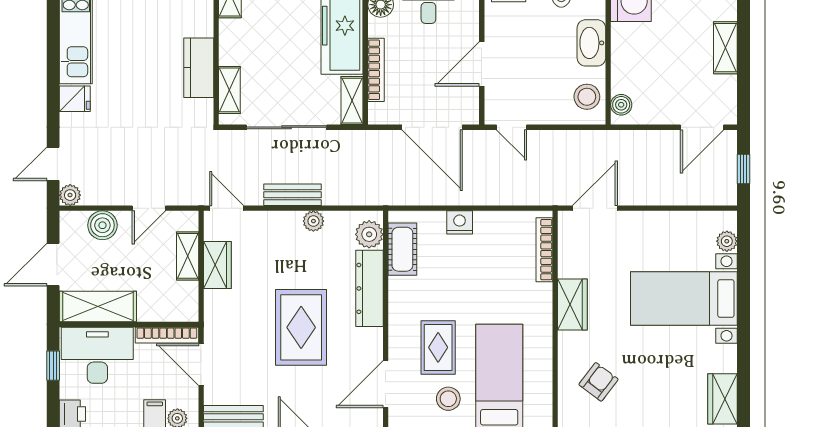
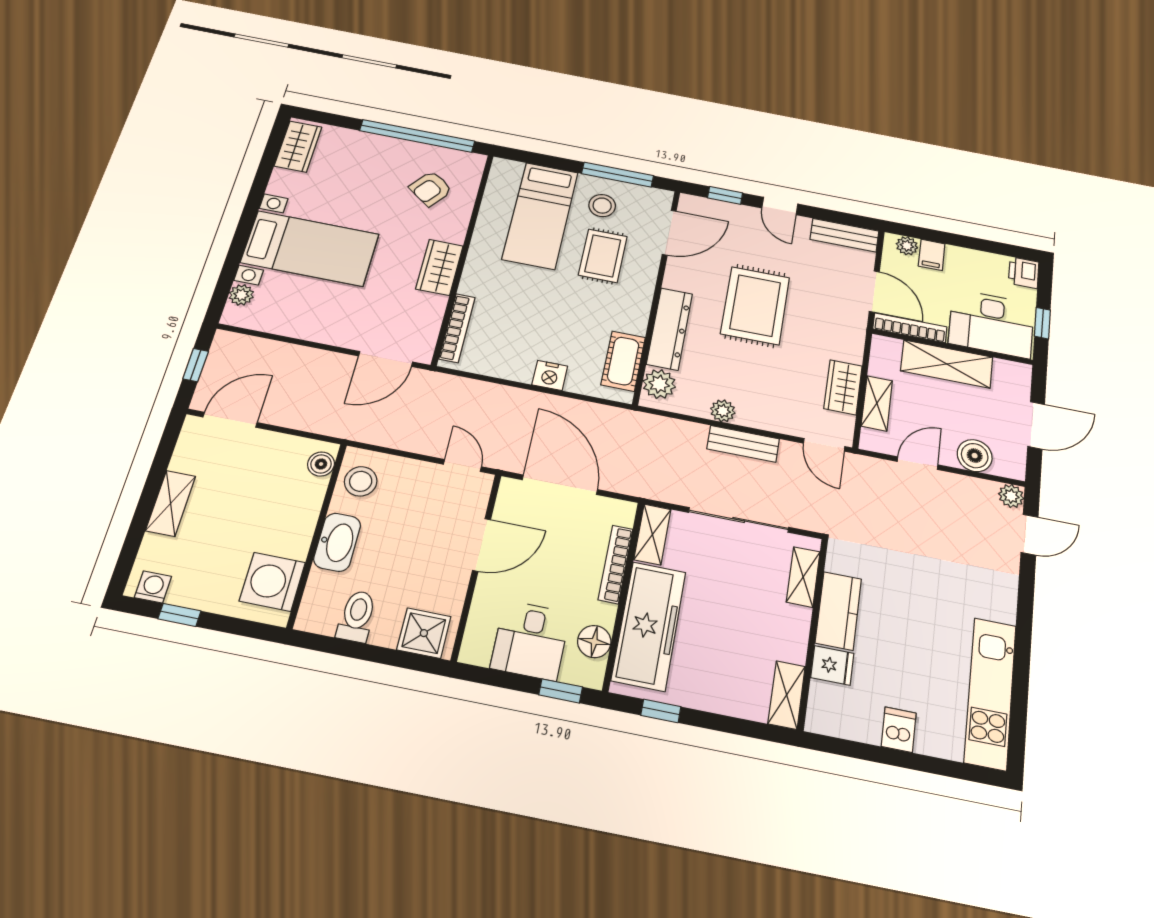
fridge: (75, 99) -> (832, 665), moved, turned 180
shelving: (98, 307) -> (947, 364), moved

